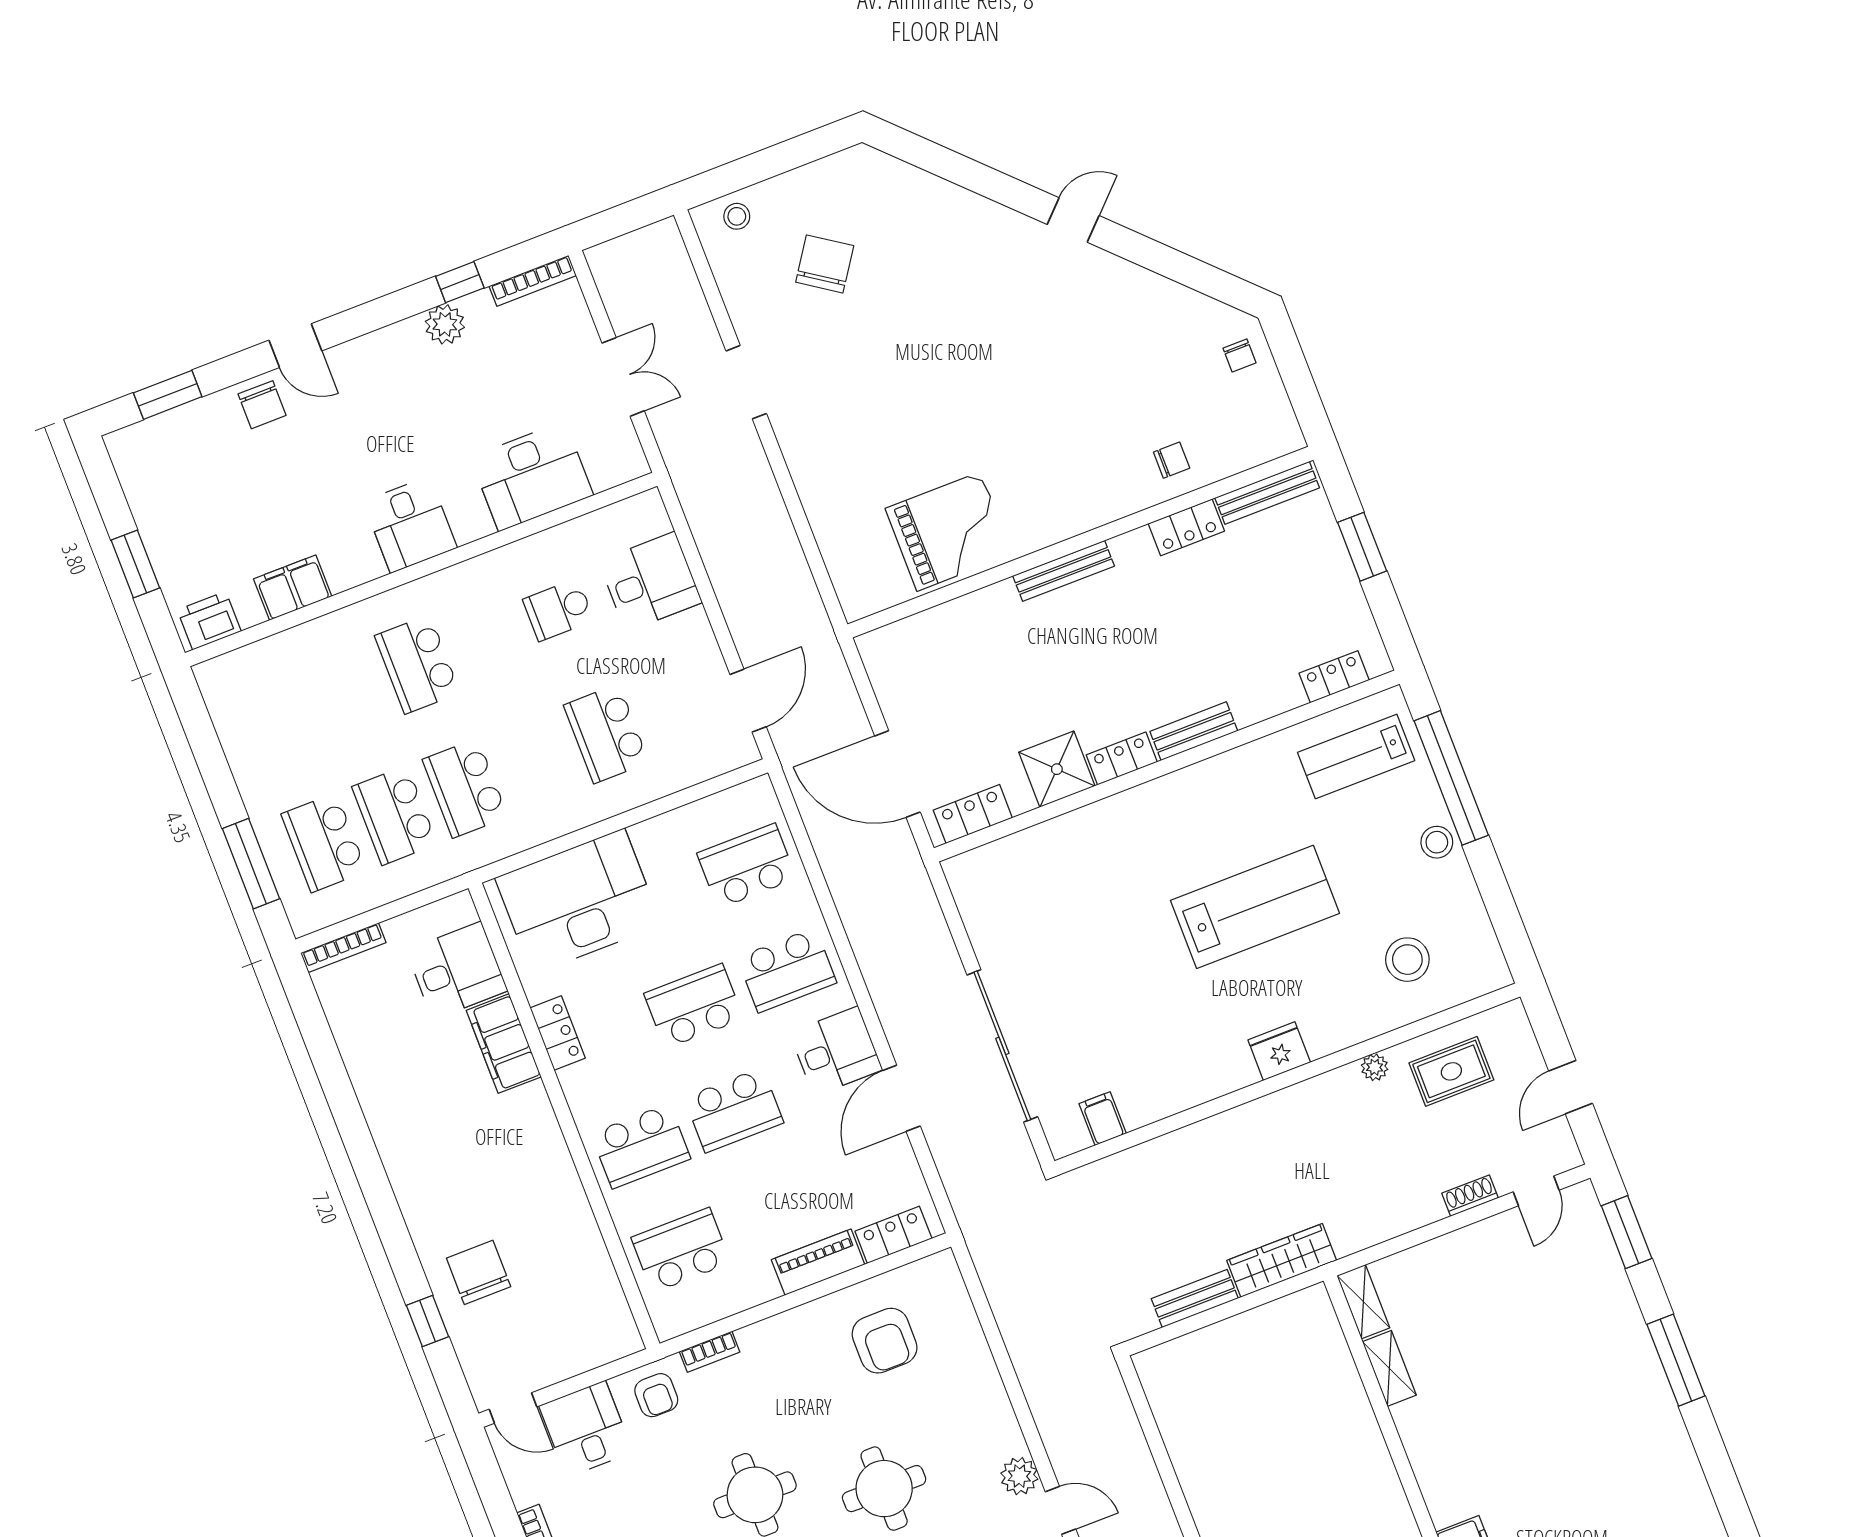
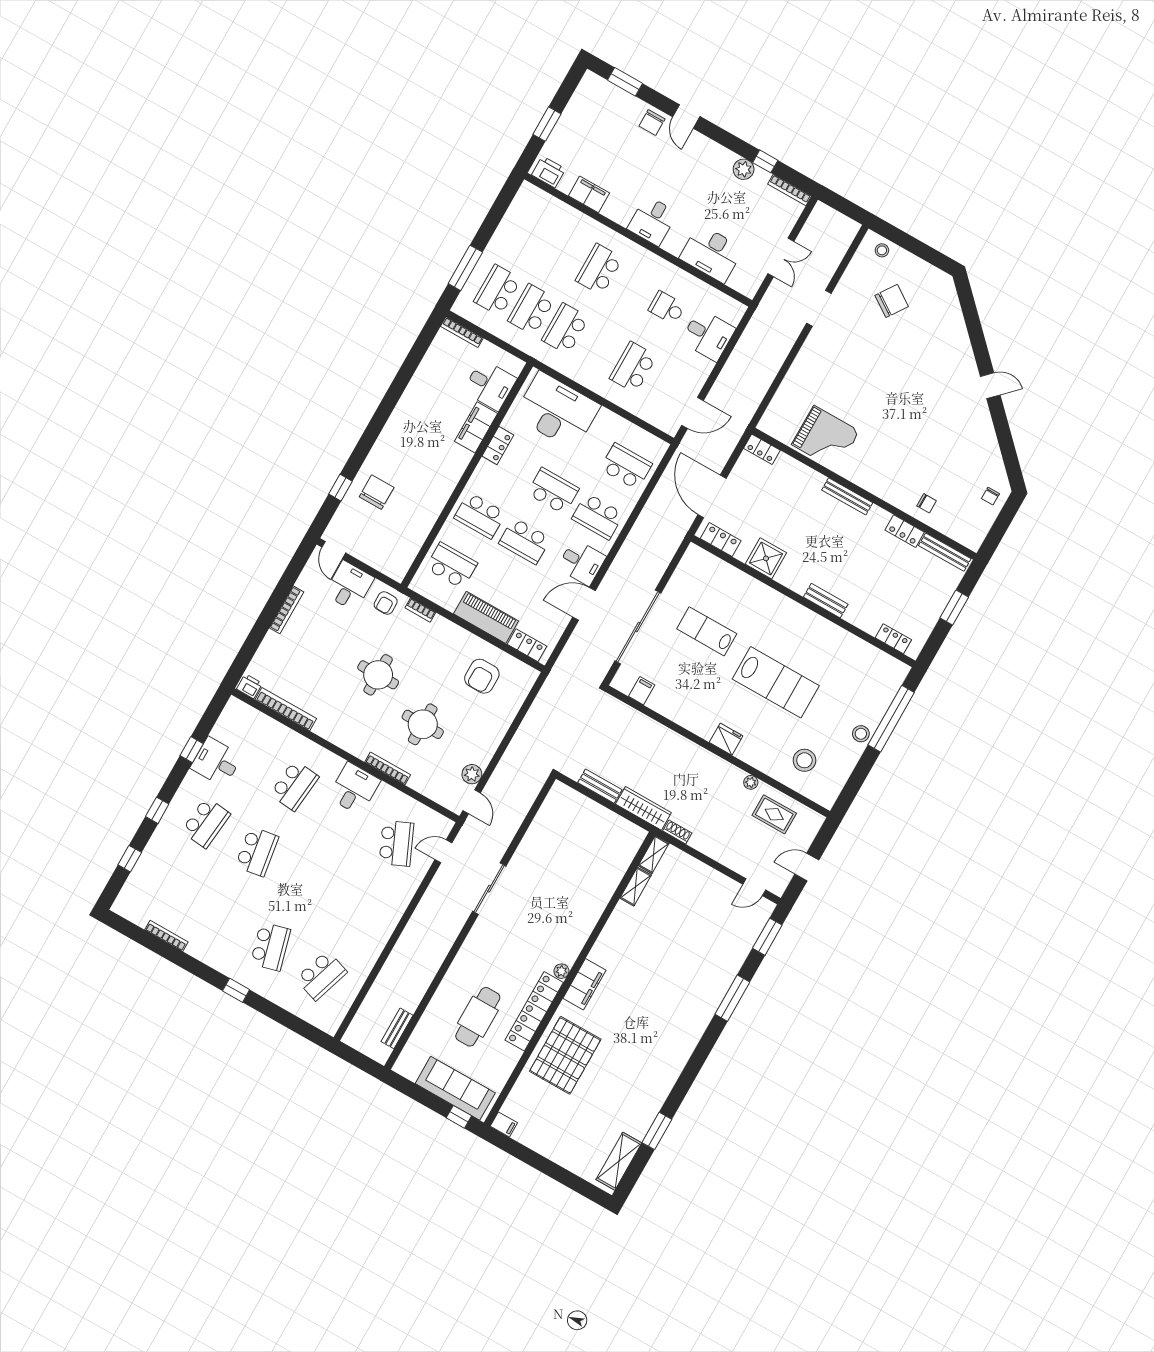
lab bench: (1356, 756) -> (707, 631), moved
locker: (1122, 758) -> (762, 449), moved, turned 180
shoe rack: (1470, 1196) -> (677, 832), moved
piano: (818, 1262) -> (486, 617), width x1.37, depth x1.33

